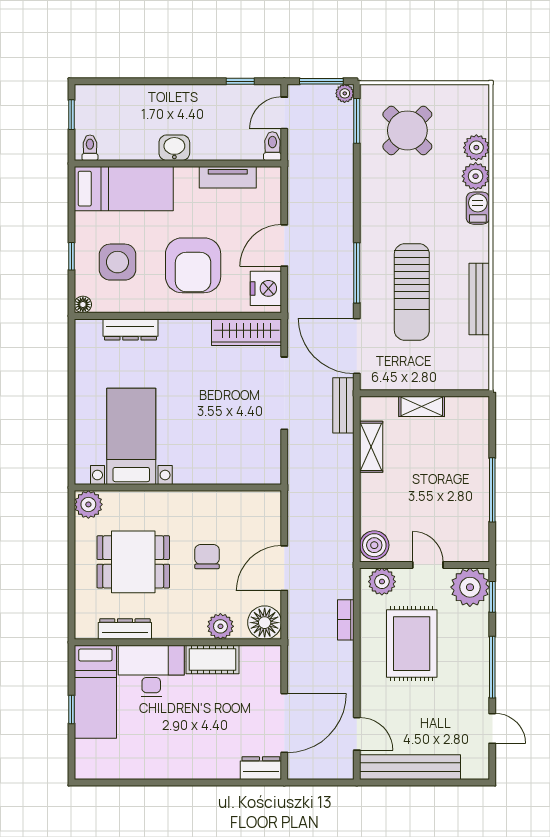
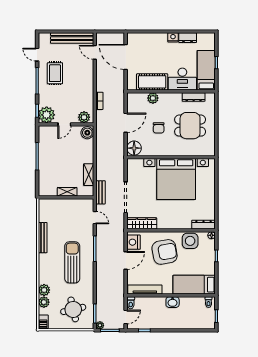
round table: (407, 130) -> (73, 309), turned 32
tv unit: (228, 177) -> (145, 290), width x1.41
barbecue: (478, 208) -> (43, 322), moved
side table: (118, 262) -> (190, 241), moved
armchair: (193, 265) -> (165, 252), turned 80
sun lounger: (412, 292) -> (72, 262), moved
dresser: (130, 329) -> (204, 225), moved
door: (357, 346) -> (95, 218), width x0.53
bed with nightstands: (131, 436) -> (176, 179), width x1.85
plant: (88, 504) -> (209, 150), removed
door: (428, 565) -> (64, 124), hinge flipped
floor lamp: (265, 623) -> (134, 148), moved
rug: (412, 644) -> (55, 73), moved, width x0.73, depth x0.70
cot: (213, 660) -> (152, 82), width x1.37, depth x1.34
door: (284, 723) -> (126, 57), hinge flipped
dresser: (261, 768) -> (188, 38), moved
nightstand: (173, 769) -> (173, 37), added

